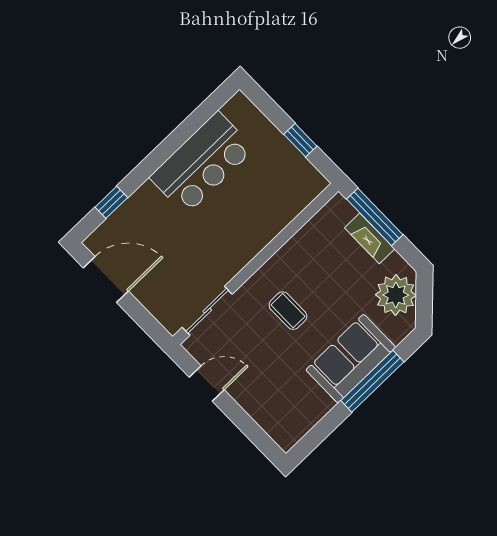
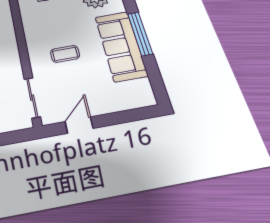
sofa: (351, 359) -> (121, 46), width x1.36

